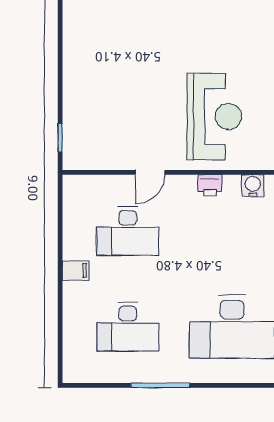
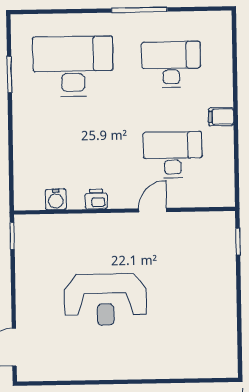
reception desk: (214, 117) -> (105, 300), moved, turned -90

